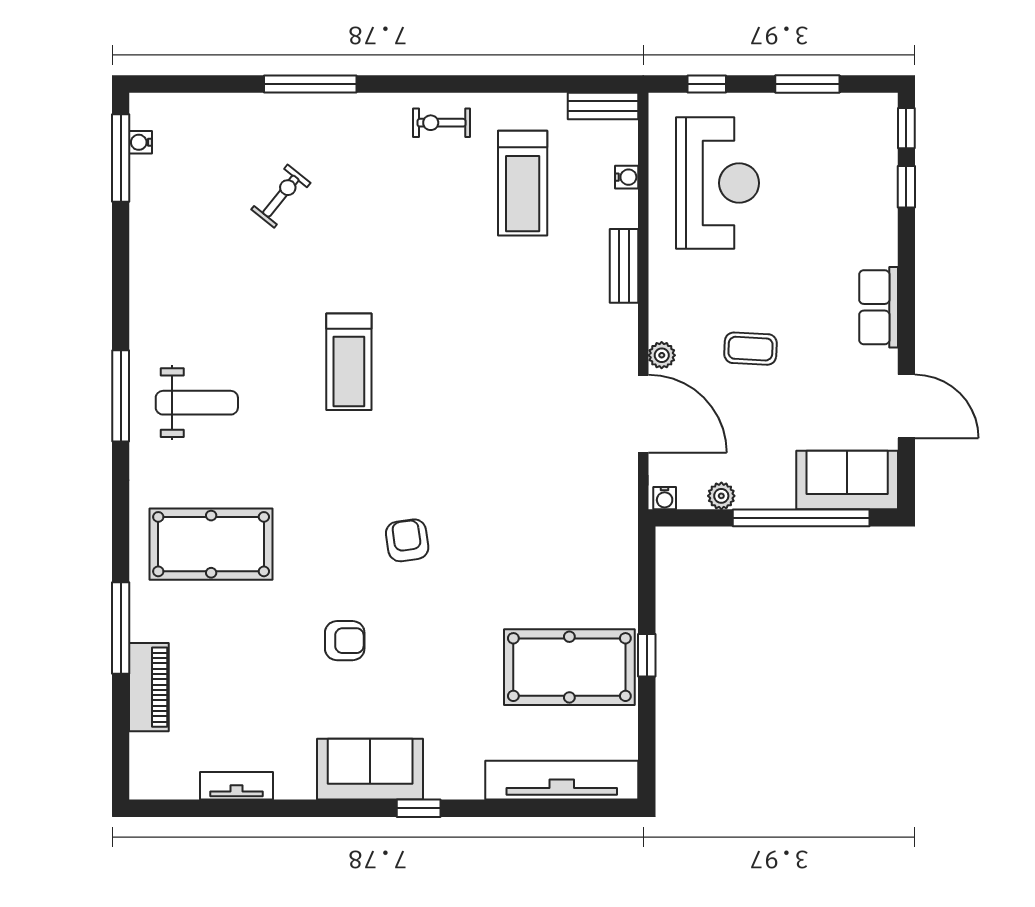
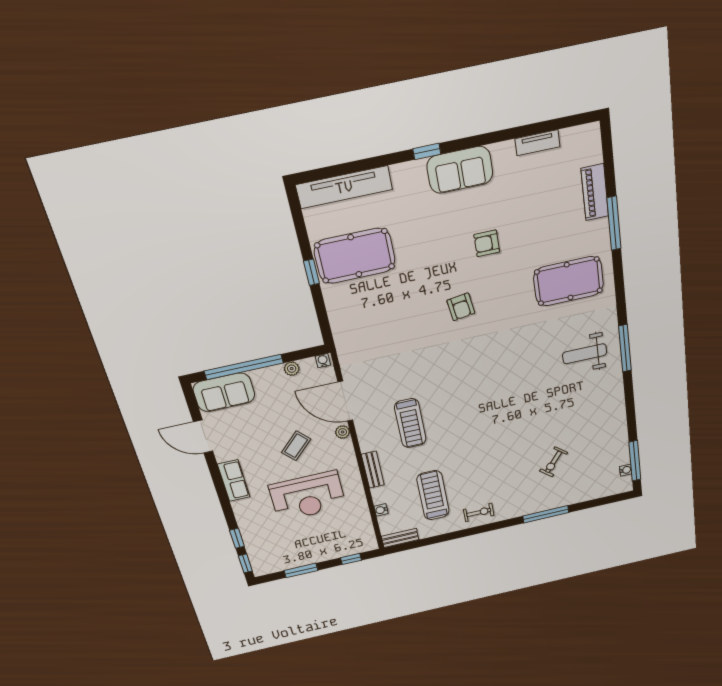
reception desk: (718, 183) -> (308, 496), moved, turned -90
coffee table: (751, 349) -> (296, 446), turned -47
treadmill: (349, 362) -> (410, 423), moved, turned 180

